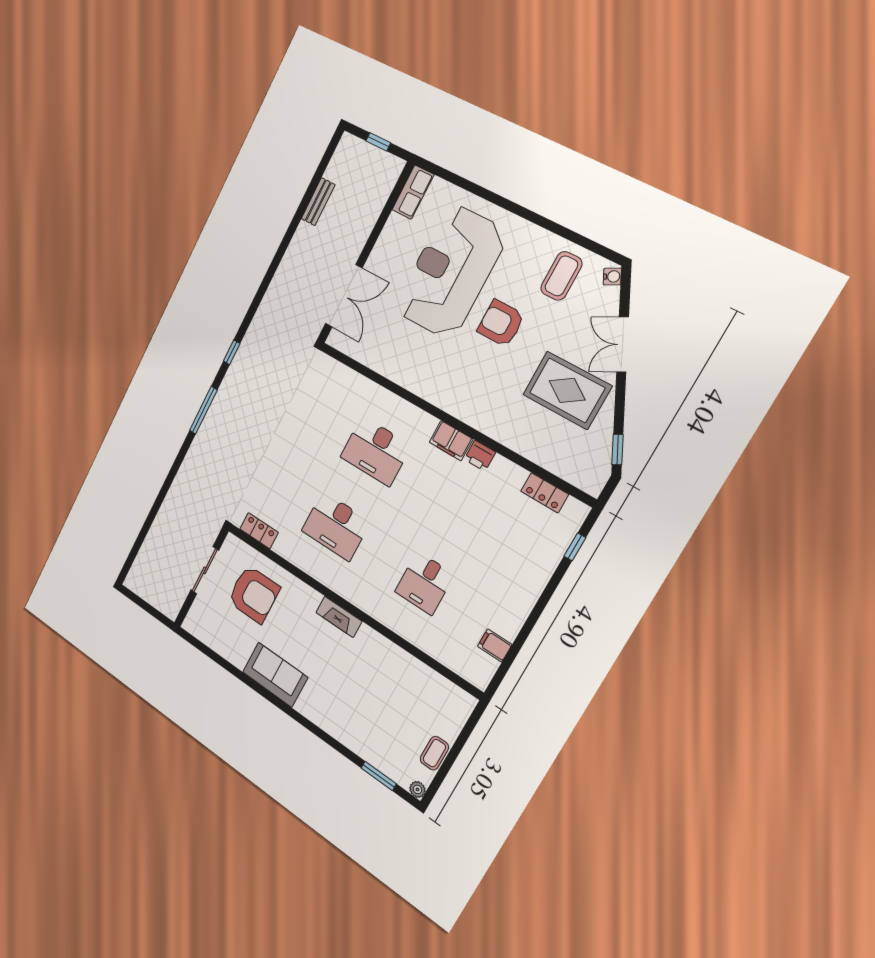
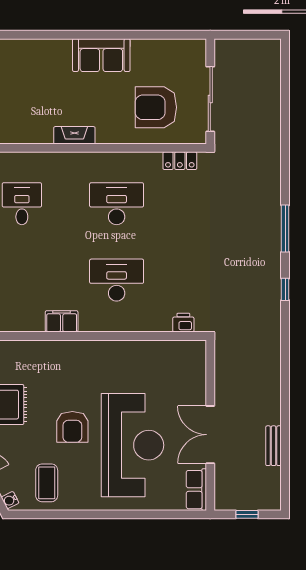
double door: (344, 296) -> (210, 435), moved
armchair: (501, 323) -> (72, 427), turned 90
printer: (480, 456) -> (183, 323), moved
sliding door: (205, 570) -> (210, 99), width x1.37

